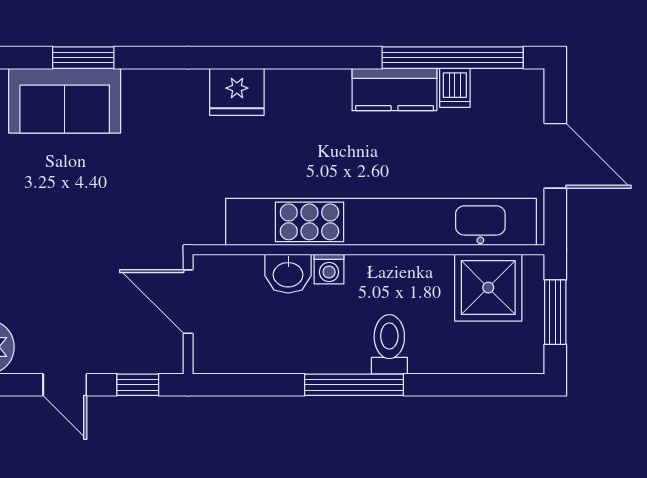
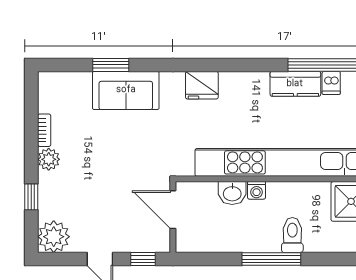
sofa: (65, 101) -> (126, 90), moved

